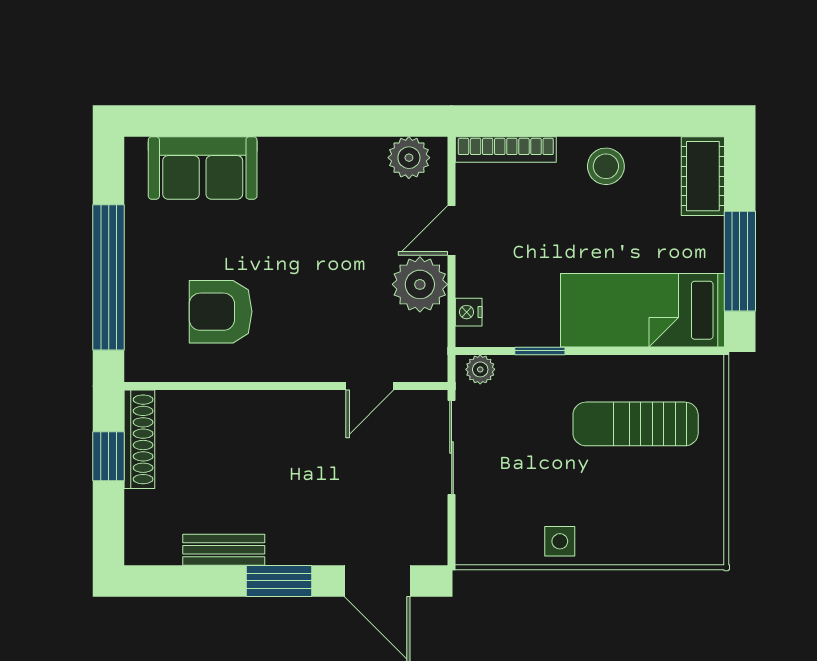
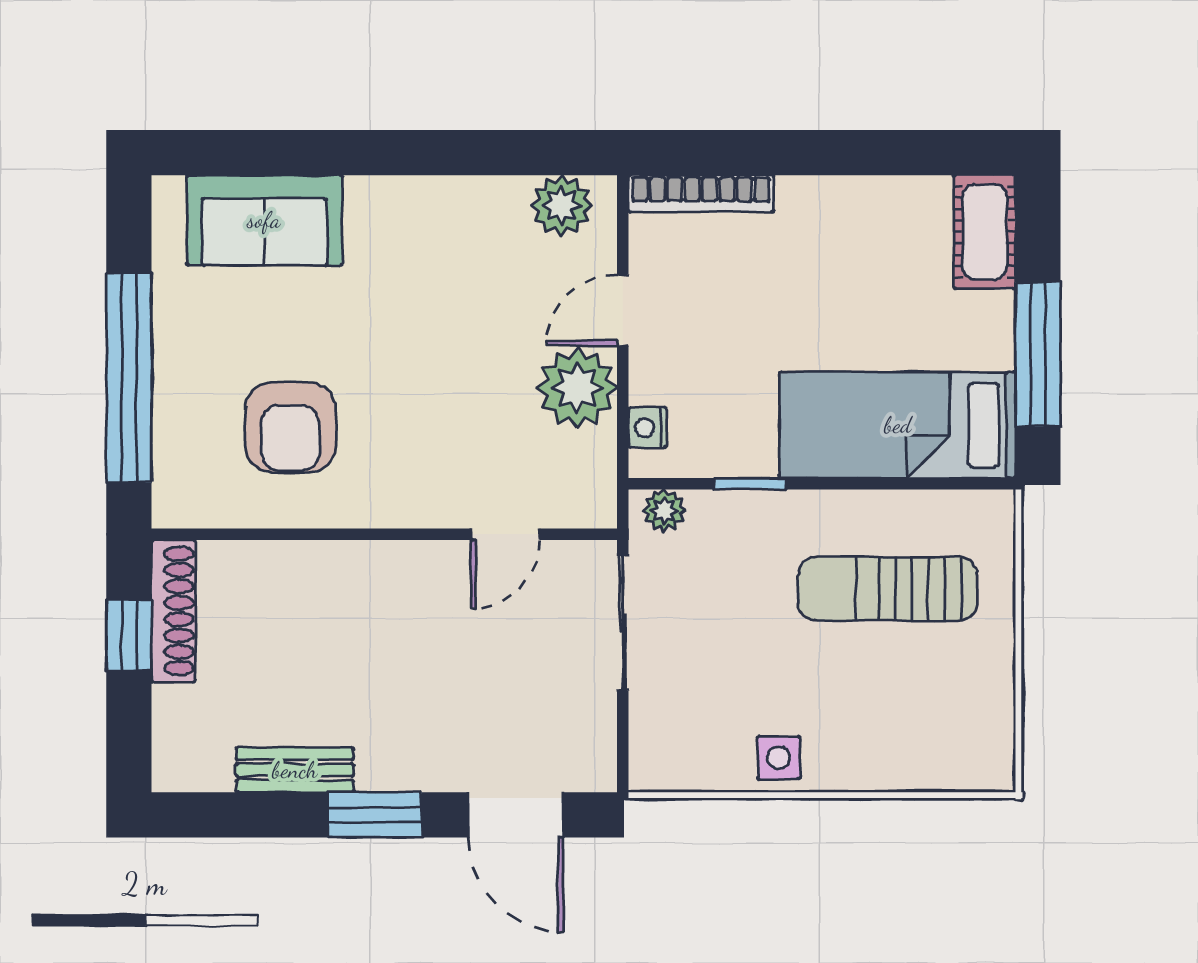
stool: (606, 166) -> (845, 218), removed
armchair: (221, 312) -> (290, 427), turned -90

